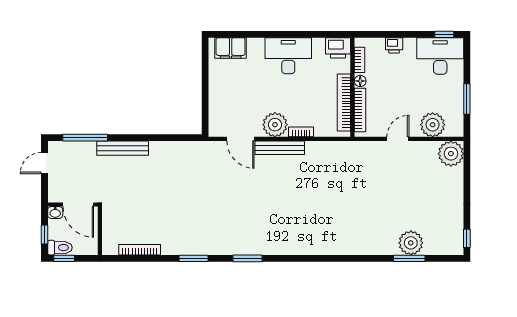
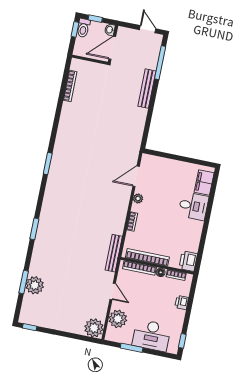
desk: (288, 56) -> (193, 206), moved, width x0.73
desk: (440, 56) -> (151, 335), moved, turned 90
plant: (275, 125) -> (138, 199), width x0.53, depth x0.53
bench: (280, 148) -> (114, 253), moved
window: (193, 258) -> (34, 229), moved

